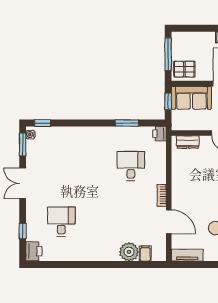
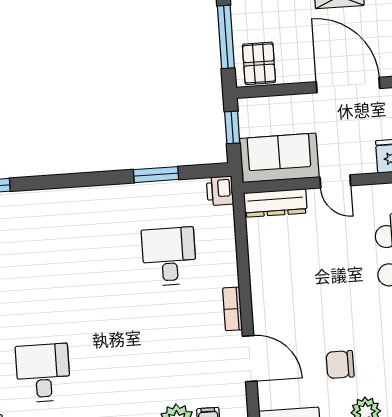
pallet: (184, 69) -> (259, 63), turned 90
sofa: (191, 98) -> (279, 158), moved, turned 180
dresser: (188, 142) -> (275, 203), width x1.44

